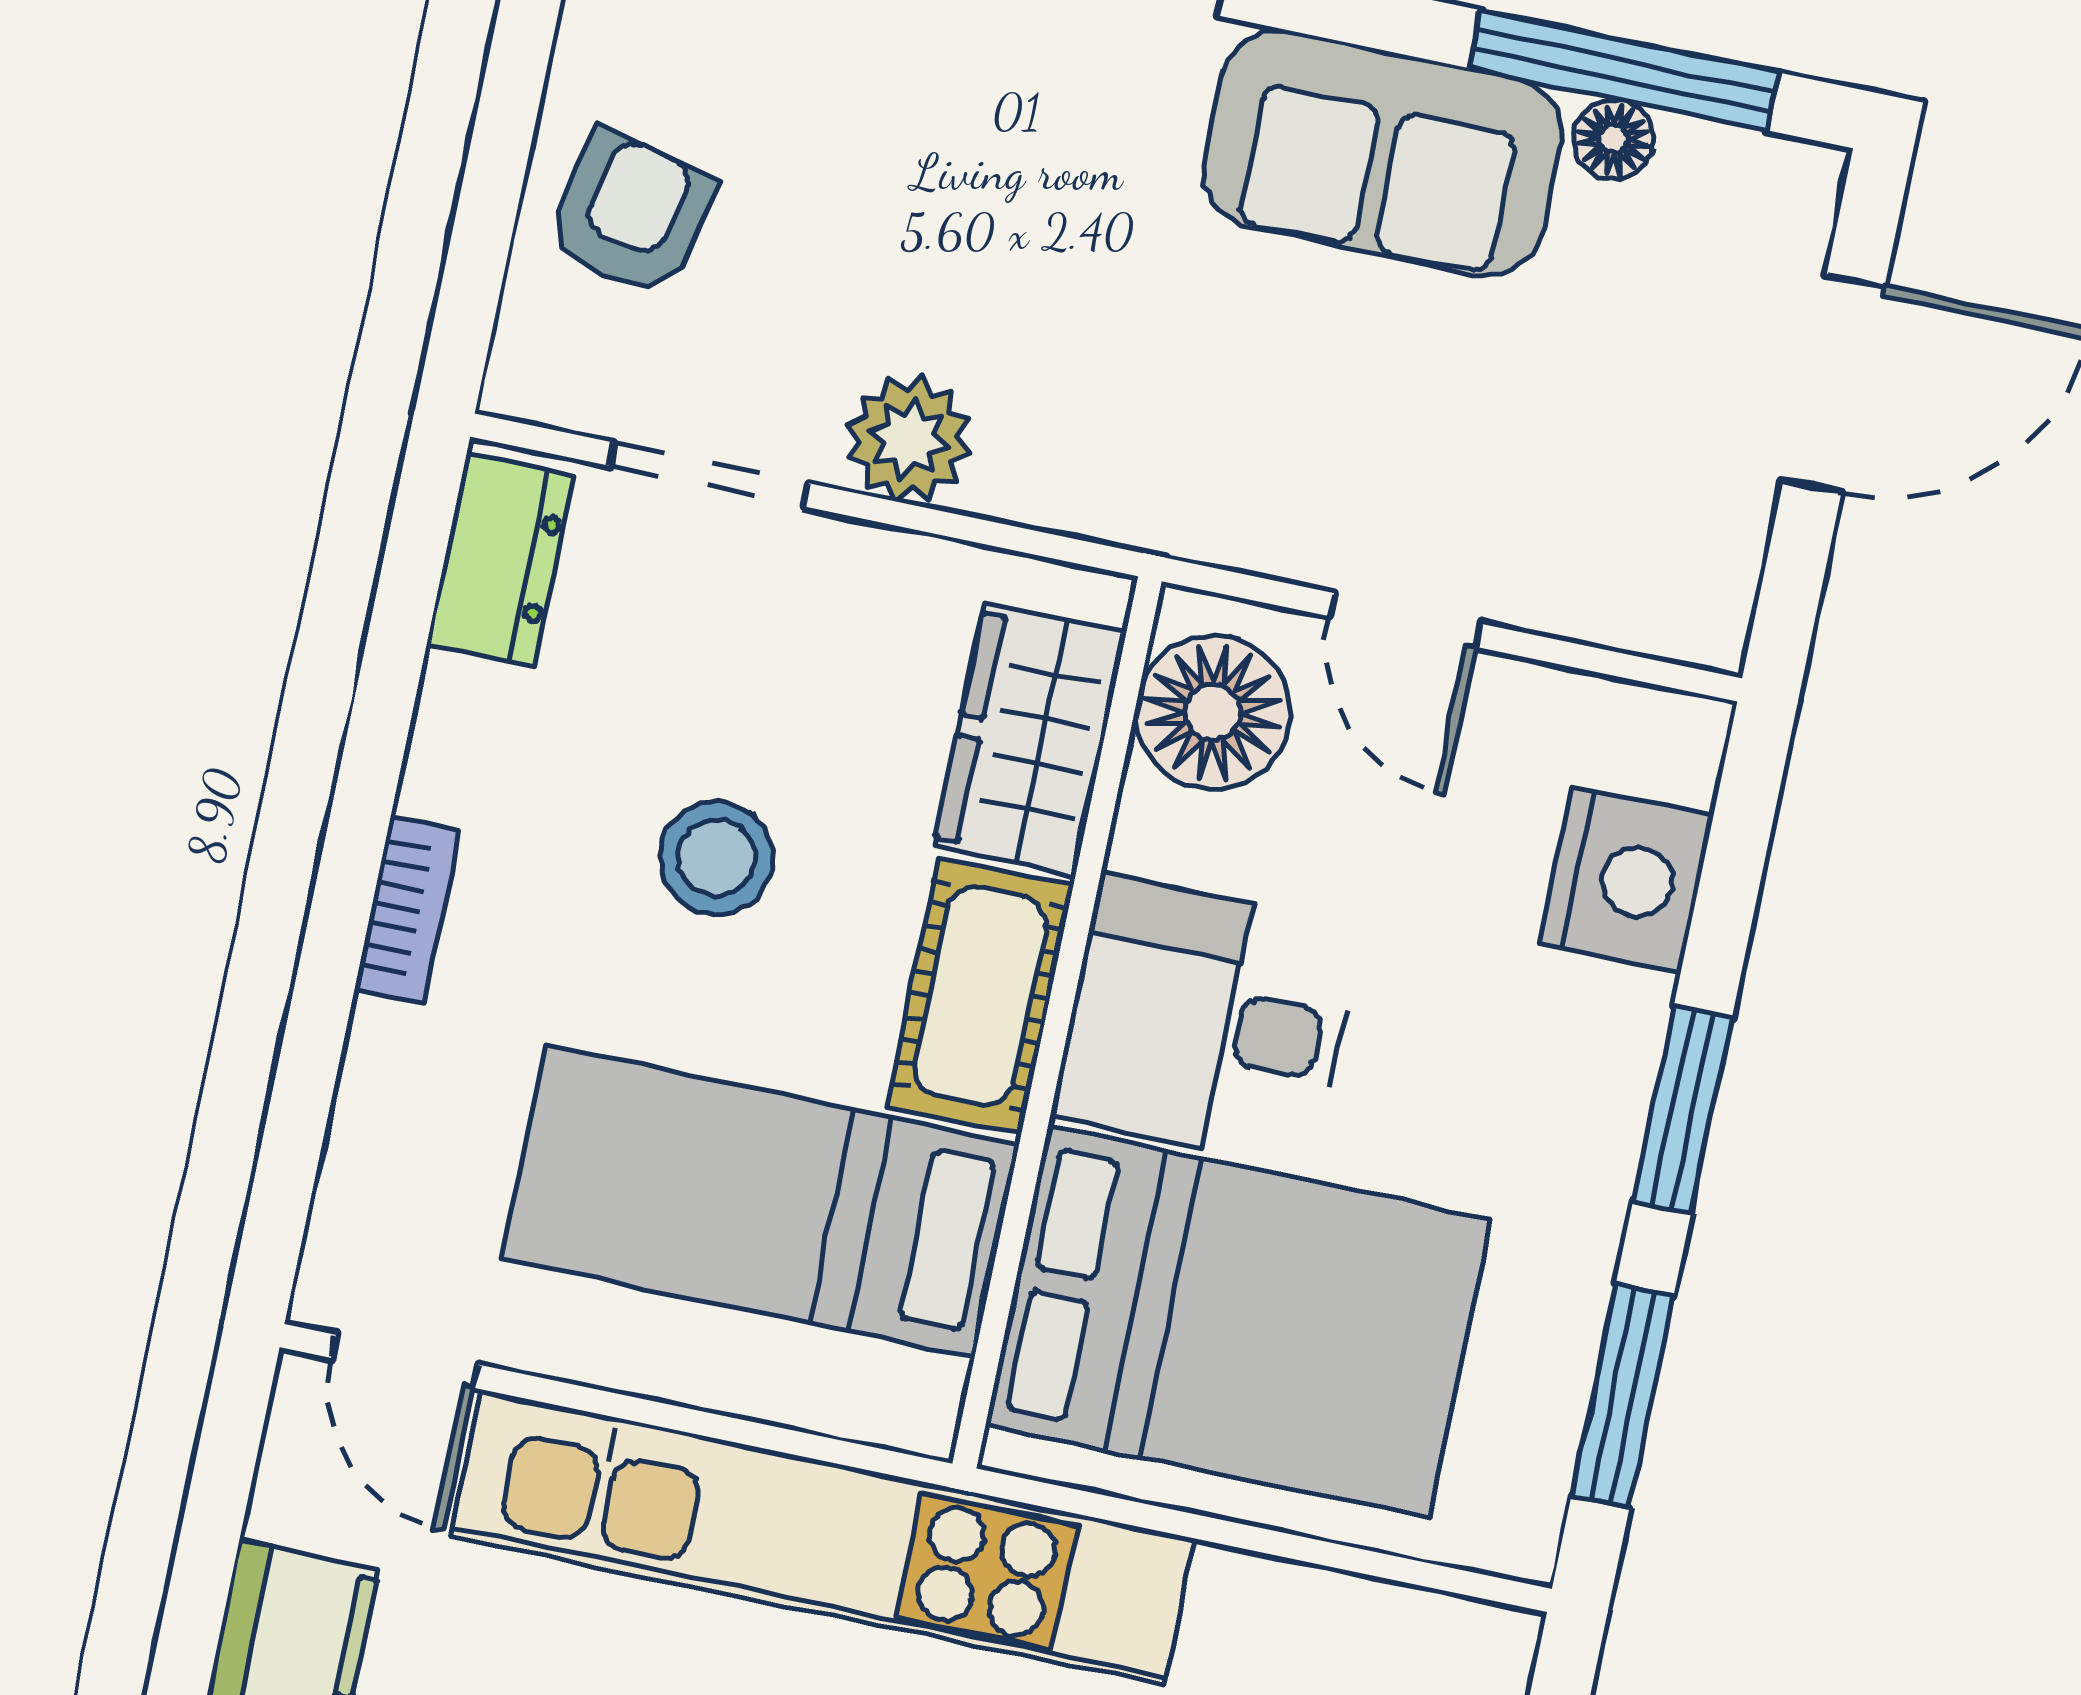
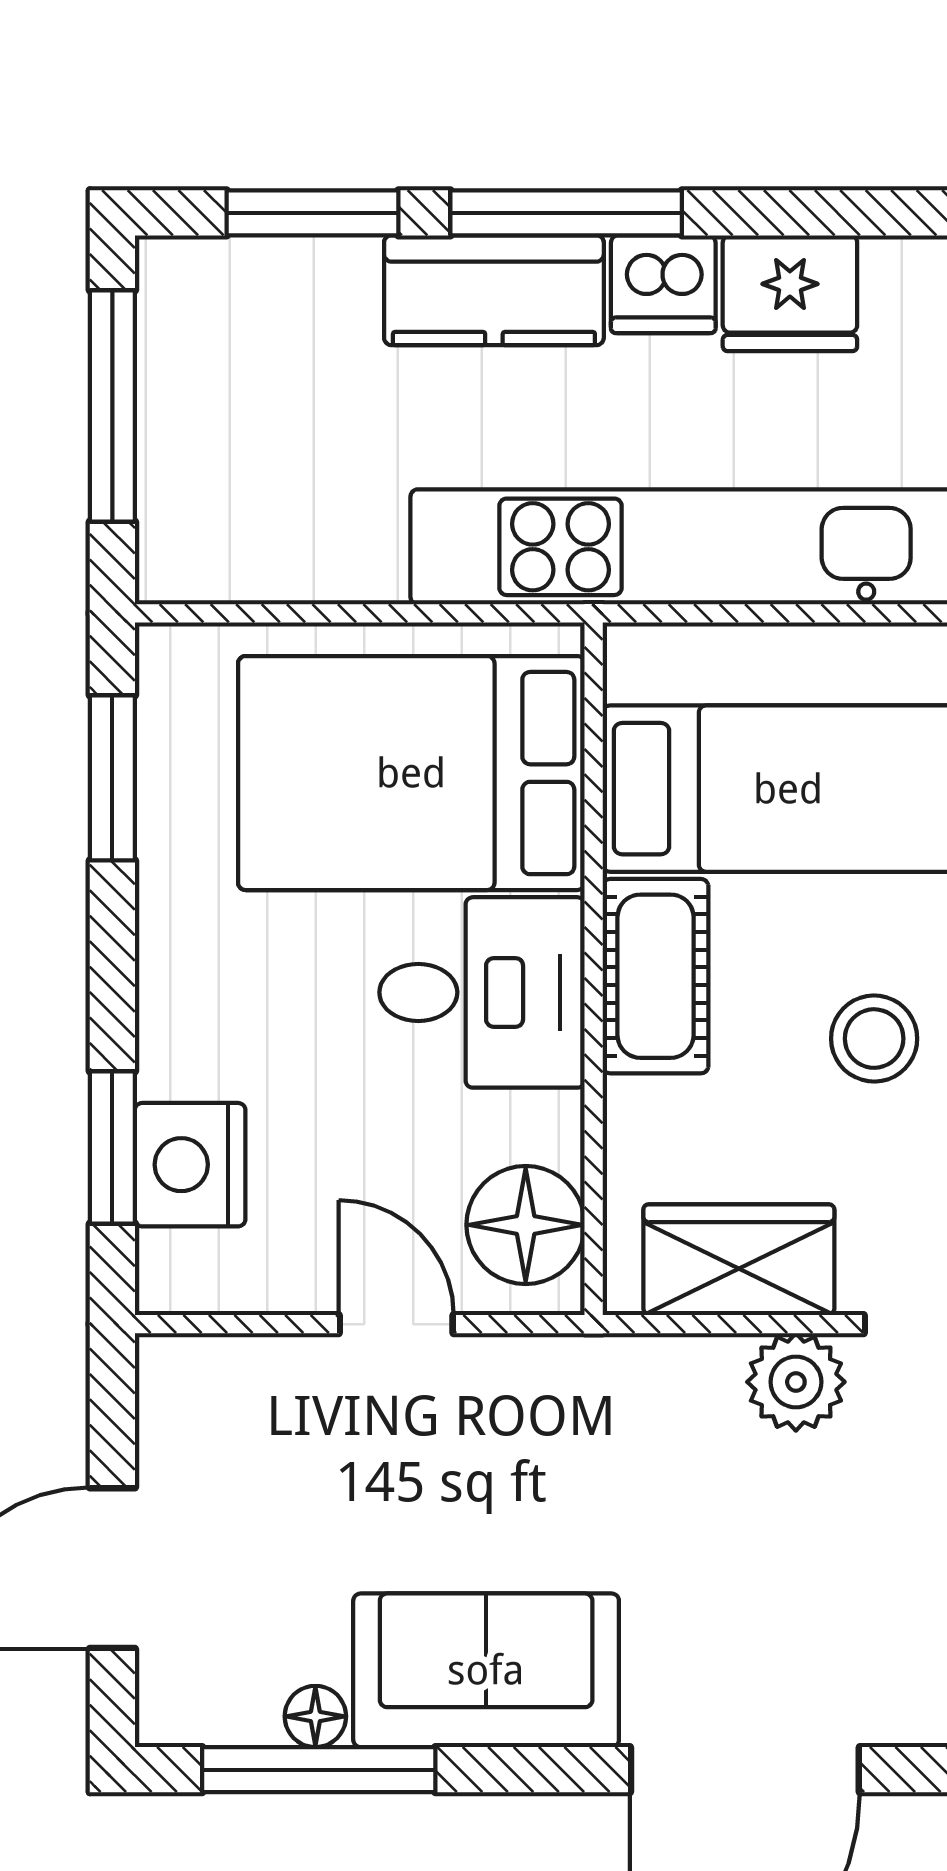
wardrobe: (1030, 740) -> (739, 1260), moved, turned -90
window: (1682, 1110) -> (112, 1147), moved

